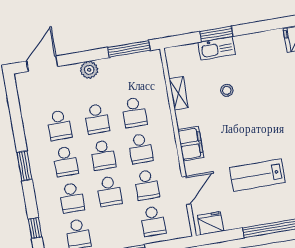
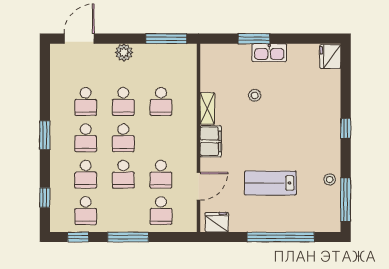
kitchen sink: (217, 48) -> (269, 53), moved
shelving: (179, 93) -> (207, 108), moved
school desk: (141, 149) -> (161, 138), removed

